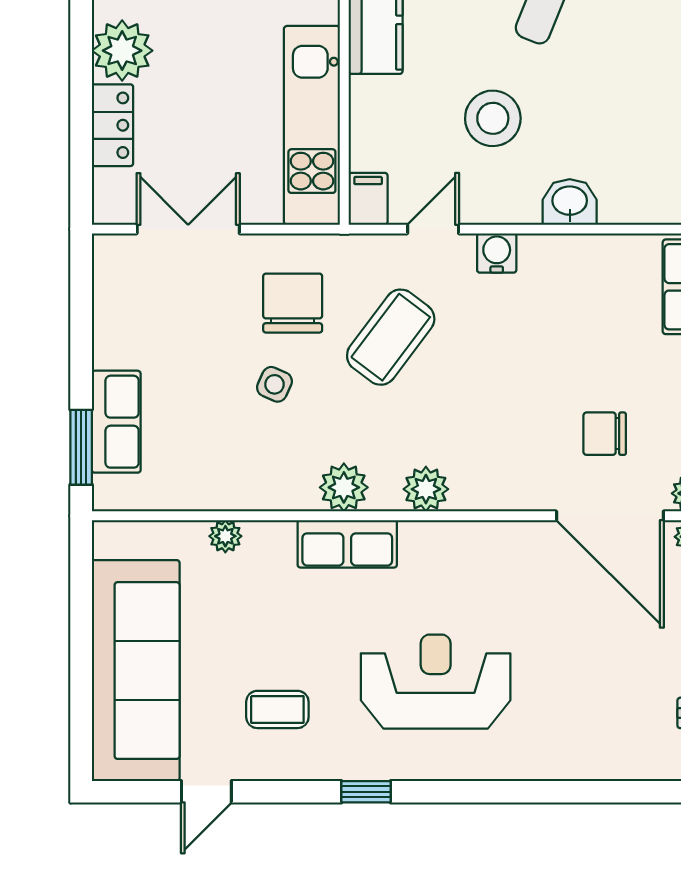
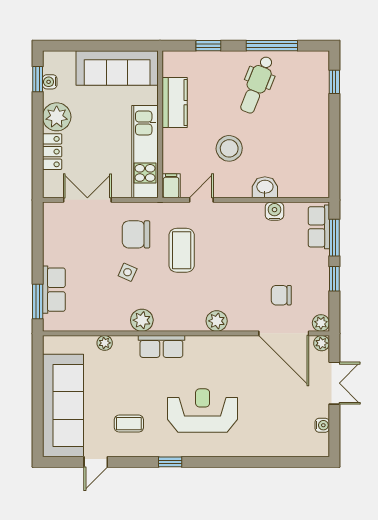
water cooler: (497, 253) -> (275, 211), moved
chair: (293, 303) -> (136, 234), turned -90
coffee table: (391, 337) -> (182, 250), turned -37
plant: (344, 487) -> (142, 320), moved
plant: (426, 489) -> (217, 321), moved

